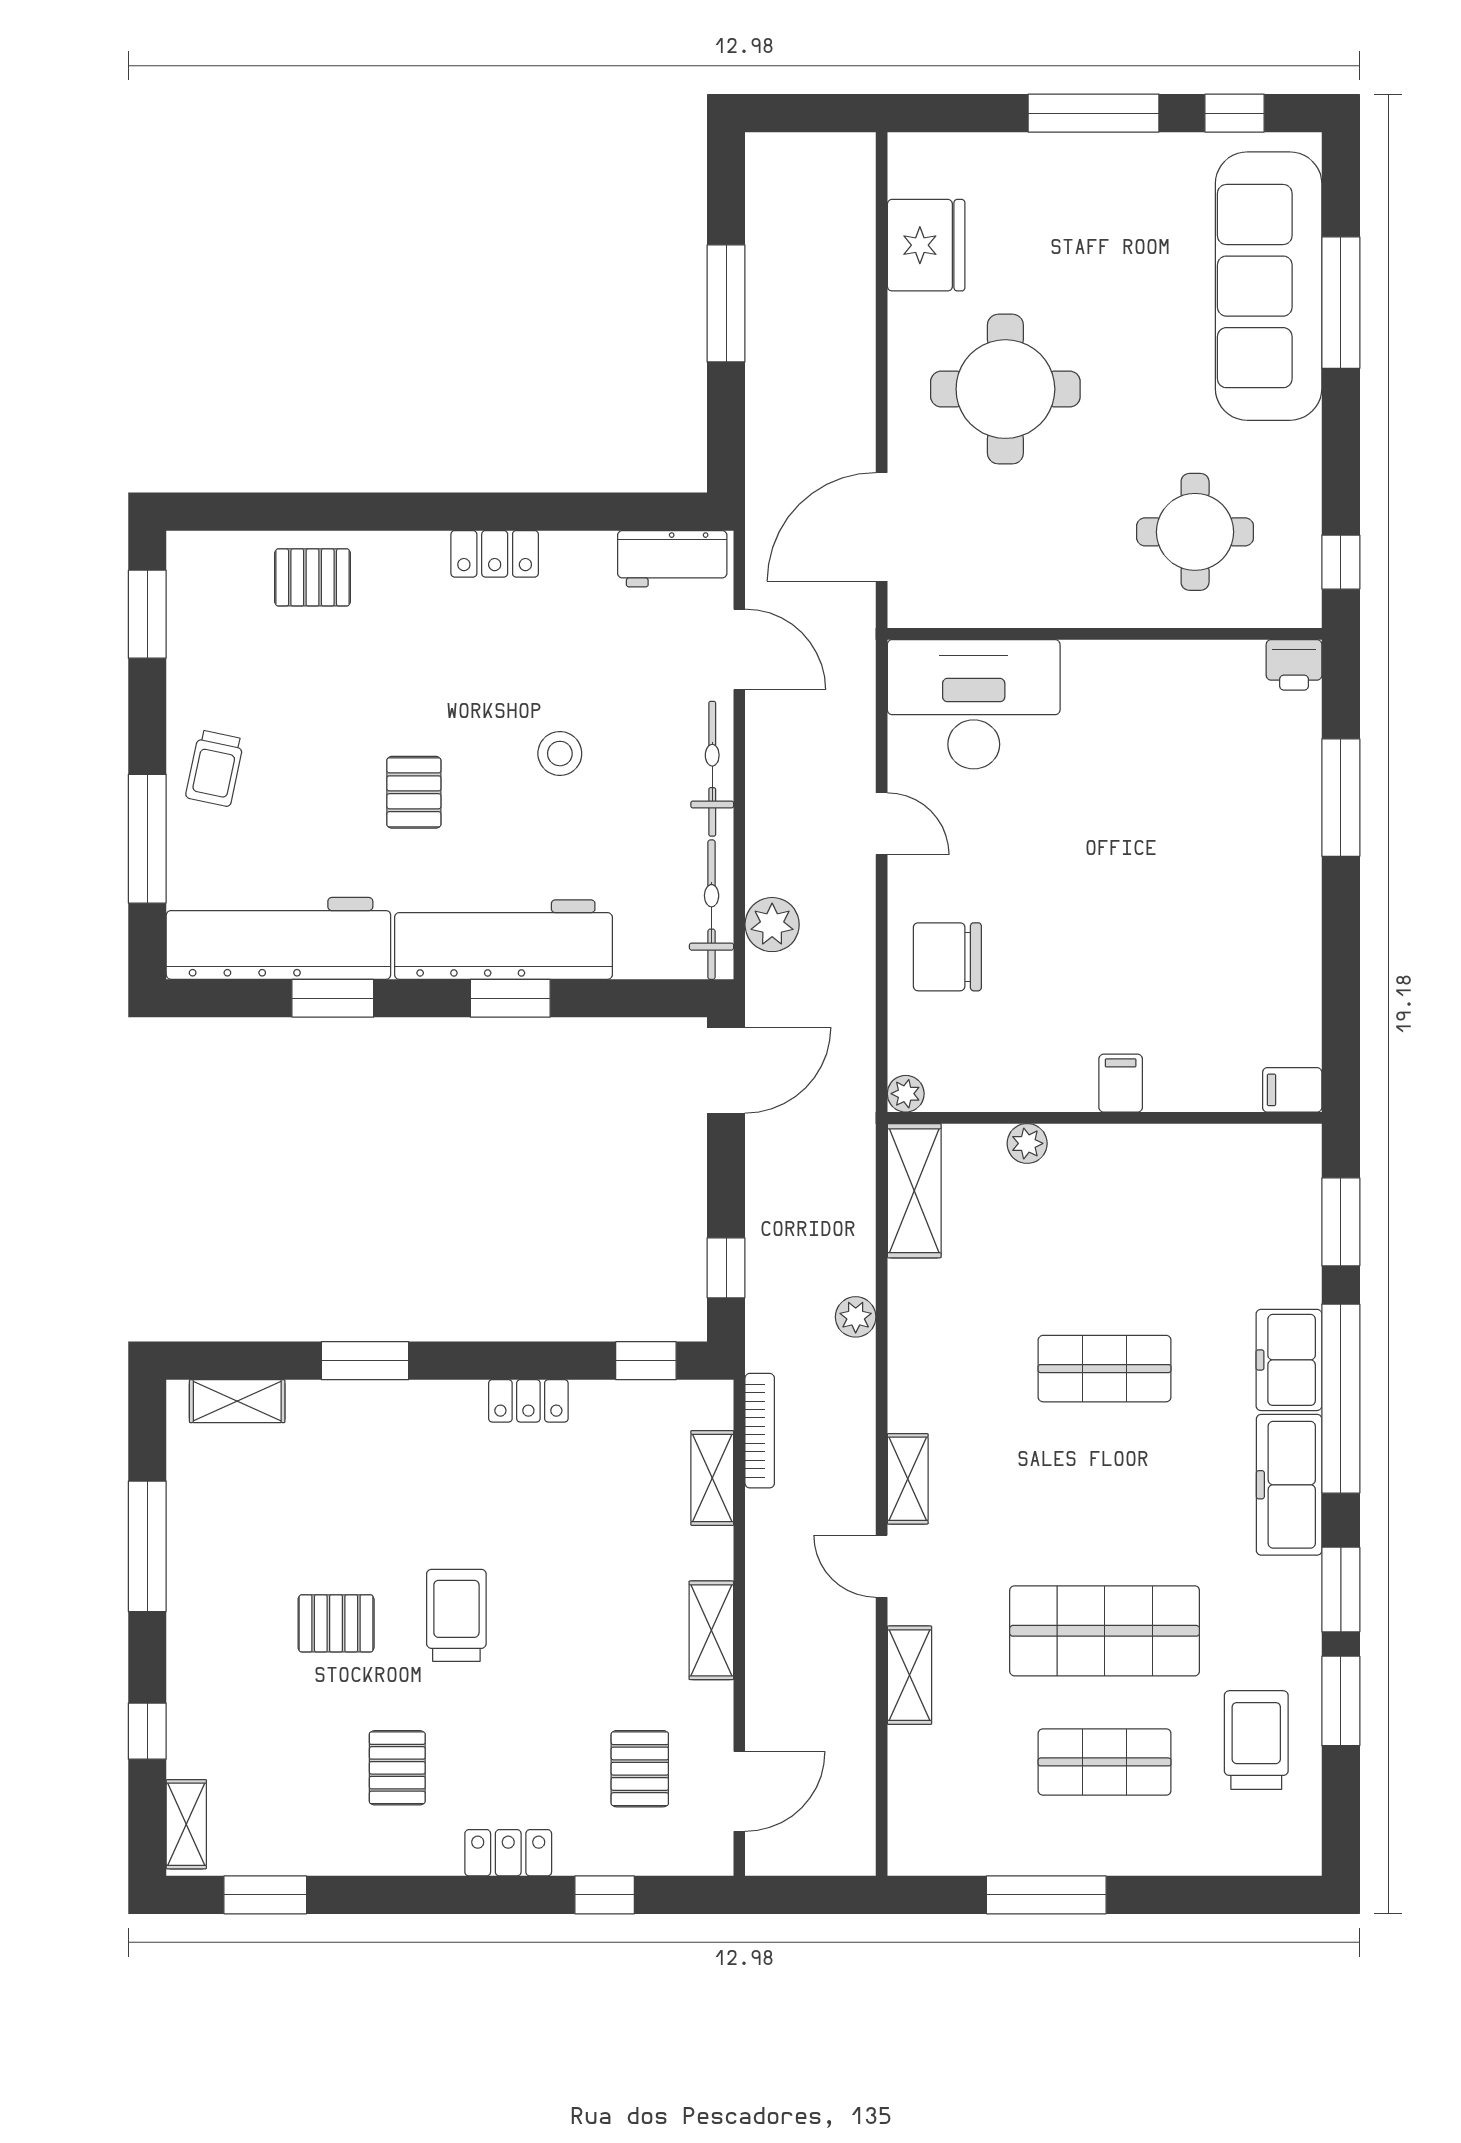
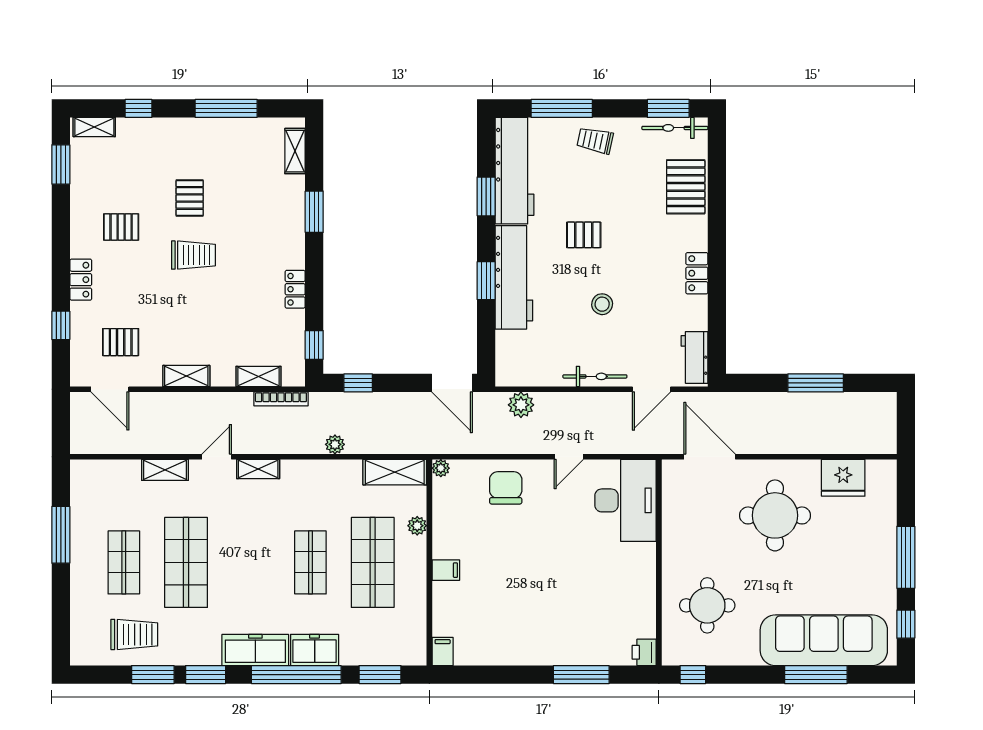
pallet: (313, 577) -> (686, 187), width x1.50, depth x1.42
bicycle: (712, 910) -> (675, 128), moved, turned 180
shop shelf: (1105, 1237) -> (373, 562), added

